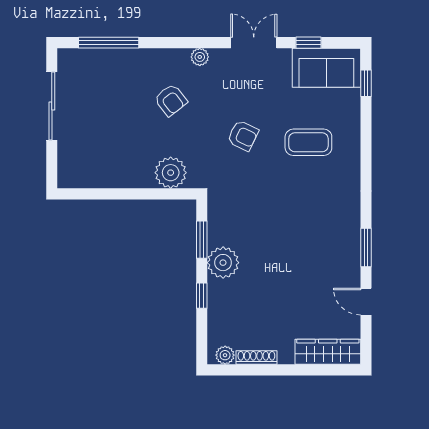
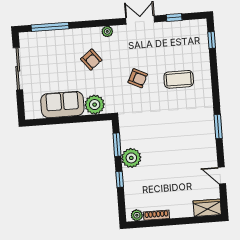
sofa: (326, 68) -> (62, 105), moved, turned 180
window: (366, 247) -> (218, 127), moved
wardrobe: (328, 352) -> (207, 208), width x0.67

